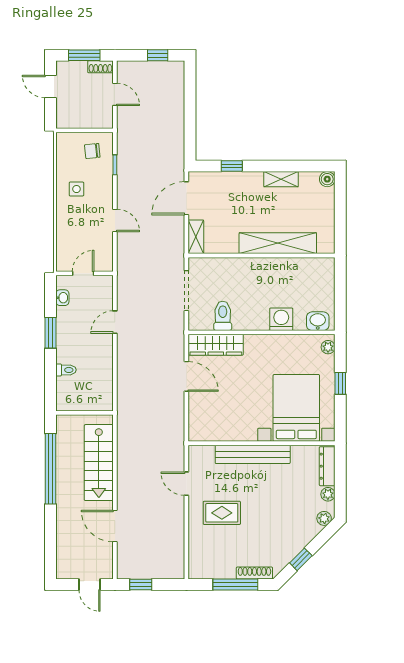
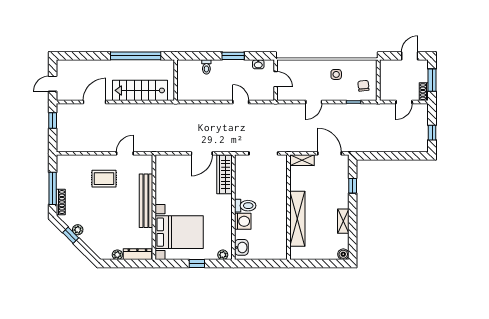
toilet: (223, 316) -> (245, 206), moved
rug: (222, 513) -> (104, 179), turned 90
plant: (324, 518) -> (78, 230), moved

